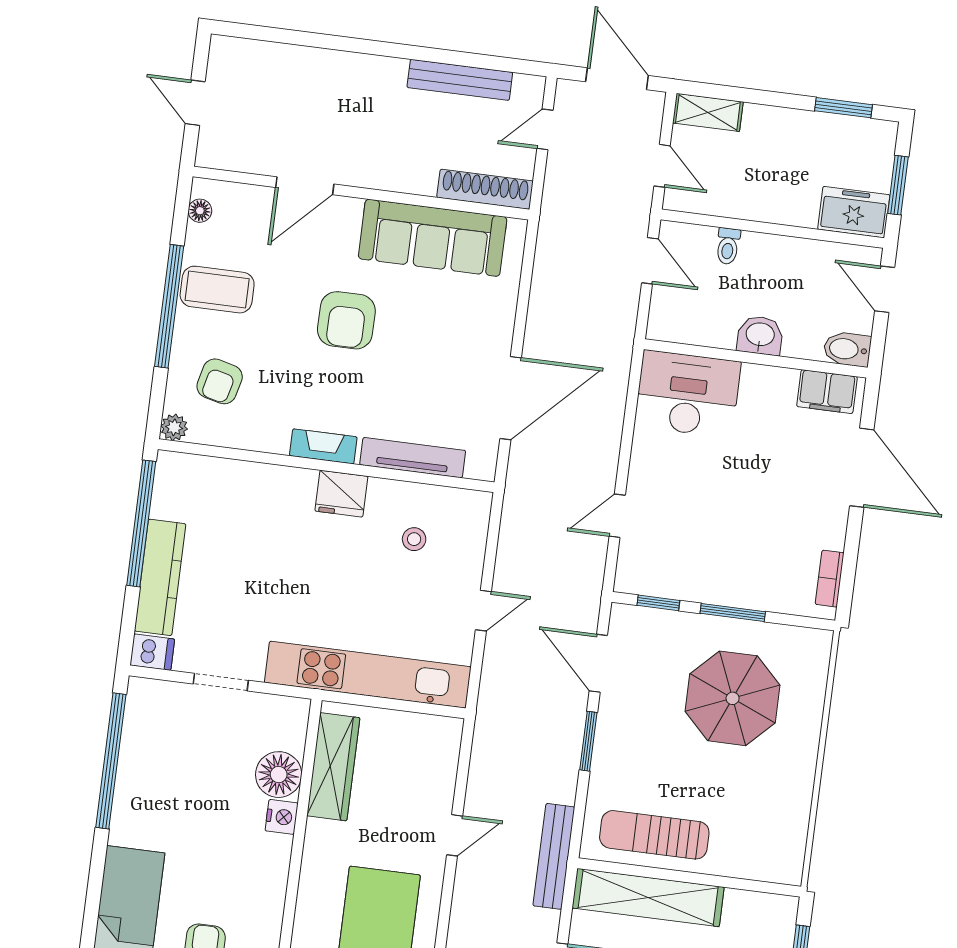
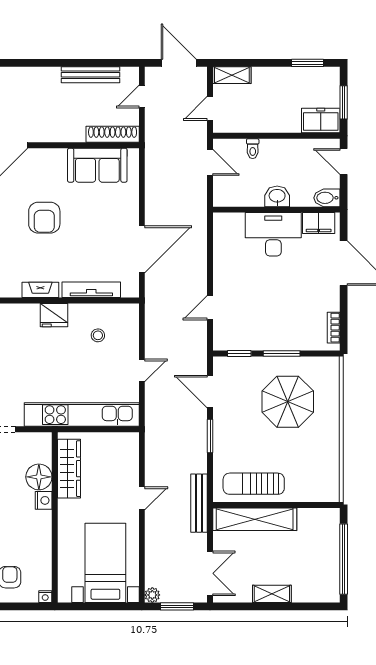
door: (662, 166) -> (210, 108), swing flipped
sofa: (433, 238) -> (97, 165), width x0.73
desk: (688, 394) -> (273, 234), moved

